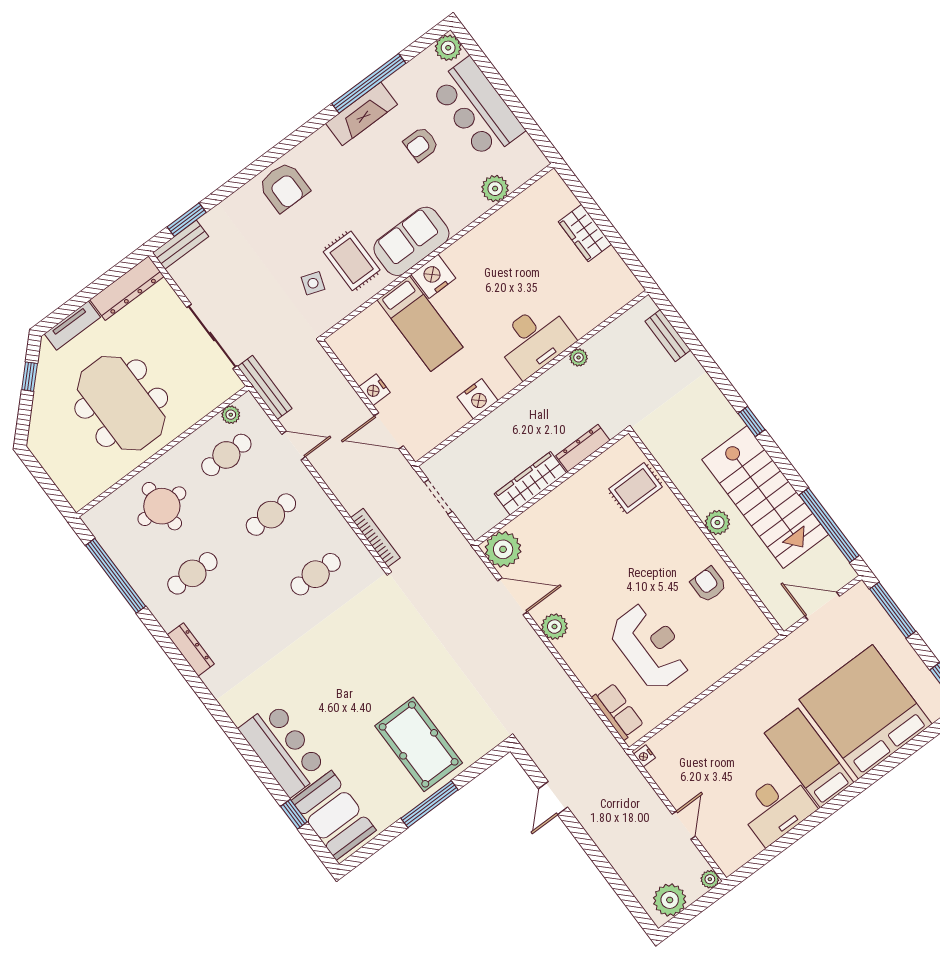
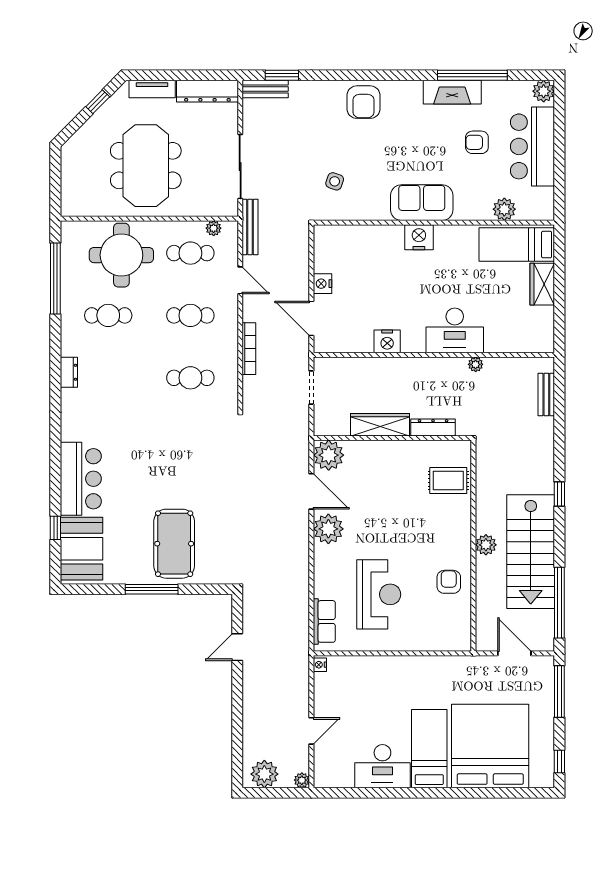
rug: (352, 261) -> (372, 186), removed
bed: (420, 324) -> (517, 245), moved, turned 90
round table: (162, 506) -> (121, 255), width x1.36, depth x1.36
bookcase: (375, 538) -> (249, 349), moved
plant: (554, 627) -> (328, 529), width x1.36, depth x1.36
dresser: (191, 649) -> (69, 372), width x0.70

